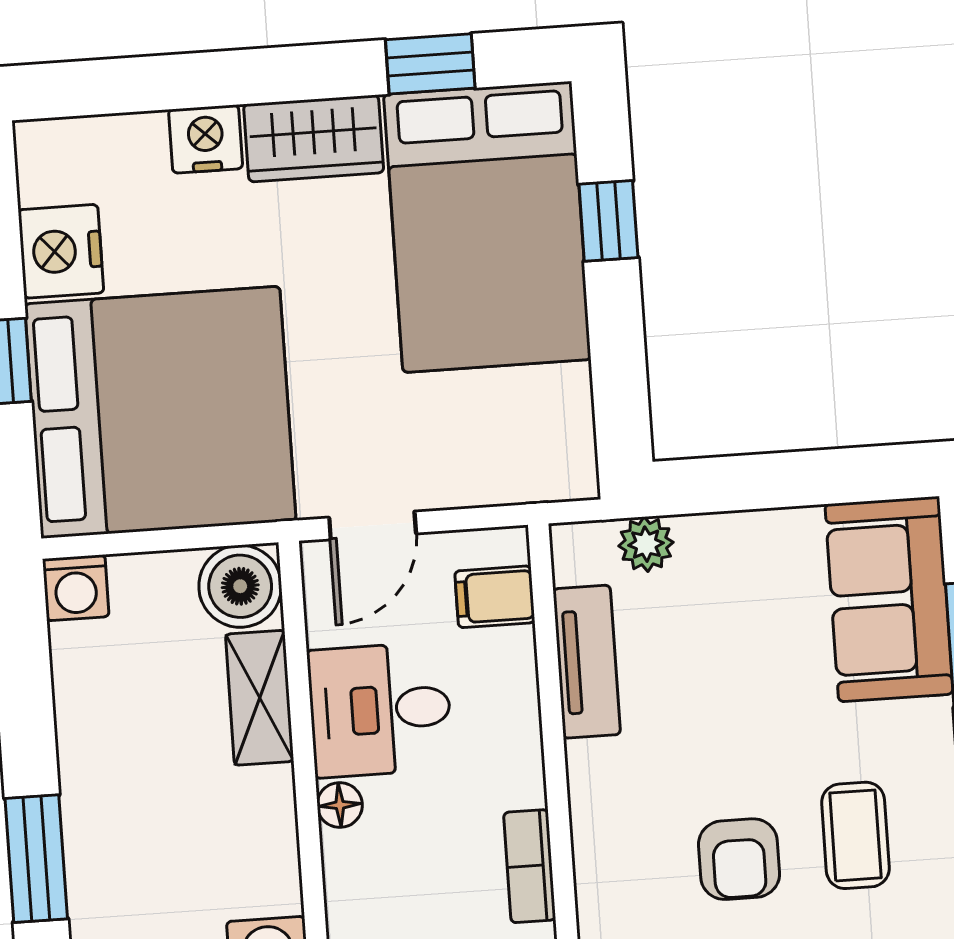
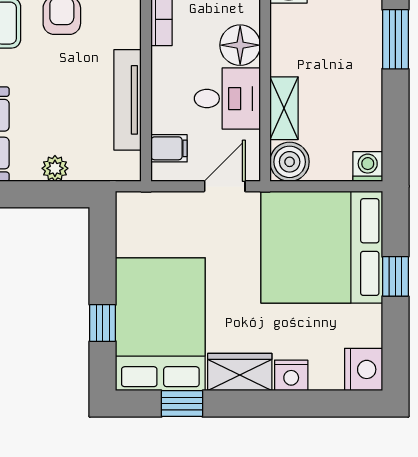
nightstand: (61, 251) -> (364, 369), moved
plant: (646, 544) -> (55, 168), moved
tv unit: (587, 662) -> (128, 100), width x1.41
floor lamp: (340, 805) -> (240, 45), width x1.89, depth x1.89

